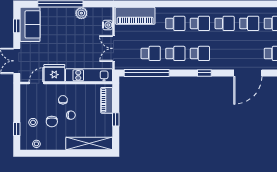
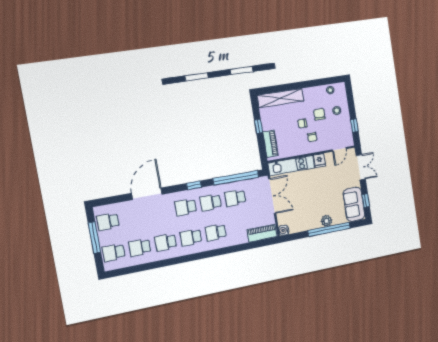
plant: (81, 13) -> (326, 221), moved
piano: (135, 16) -> (262, 233), width x0.73, depth x0.75
water cooler: (108, 25) -> (284, 230), moved
double door: (114, 48) -> (272, 196), width x1.37
fridge: (54, 73) -> (319, 160), width x0.53, depth x0.75
window: (204, 73) -> (194, 185), moved
door: (248, 73) -> (147, 194), moved
window: (17, 129) -> (354, 126), moved

